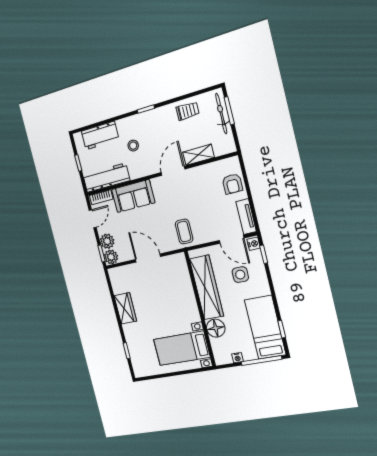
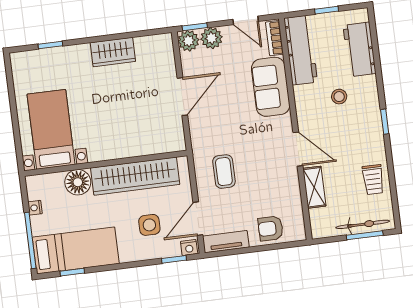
coffee table: (184, 232) -> (224, 172), moved, turned 90

